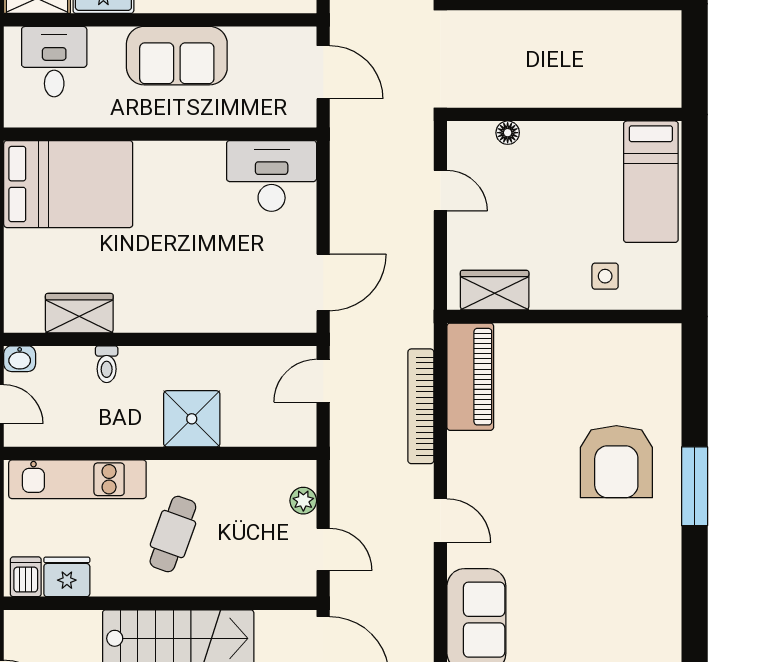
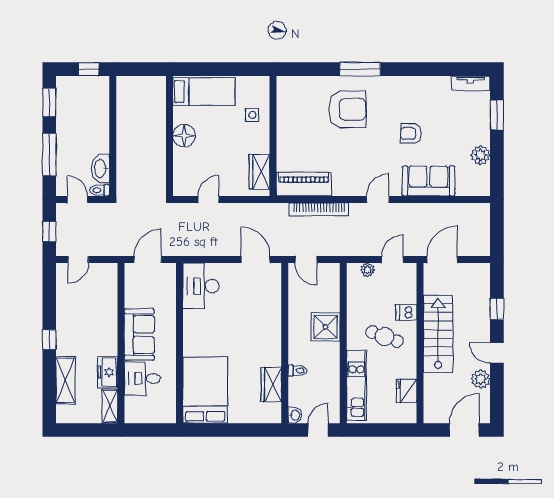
desk: (54, 62) -> (142, 378), moved
floor lamp: (508, 133) -> (184, 136), moved, width x1.89, depth x1.89
dishwasher: (26, 577) -> (406, 312), moved
armchair: (569, 585) -> (411, 133), added

